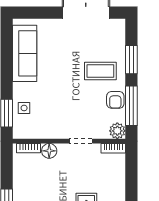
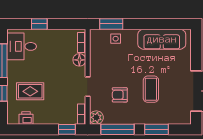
coffee table: (100, 71) -> (151, 89), moved
armchair: (115, 100) -> (120, 95), moved
window: (131, 166) -> (67, 129), added

